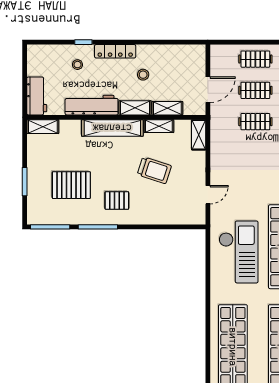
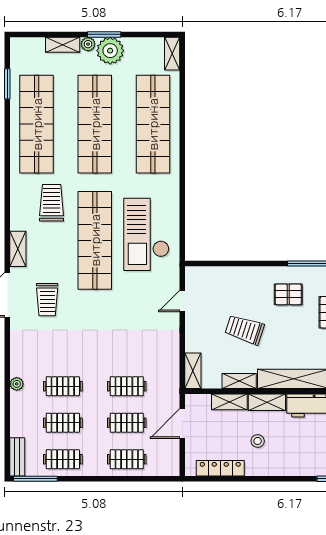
locker: (115, 51) -> (220, 468), moved

